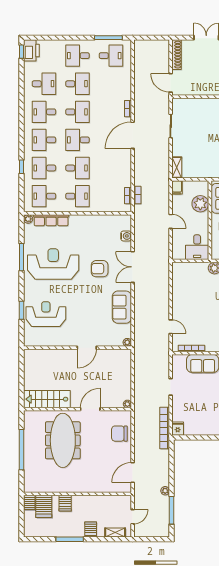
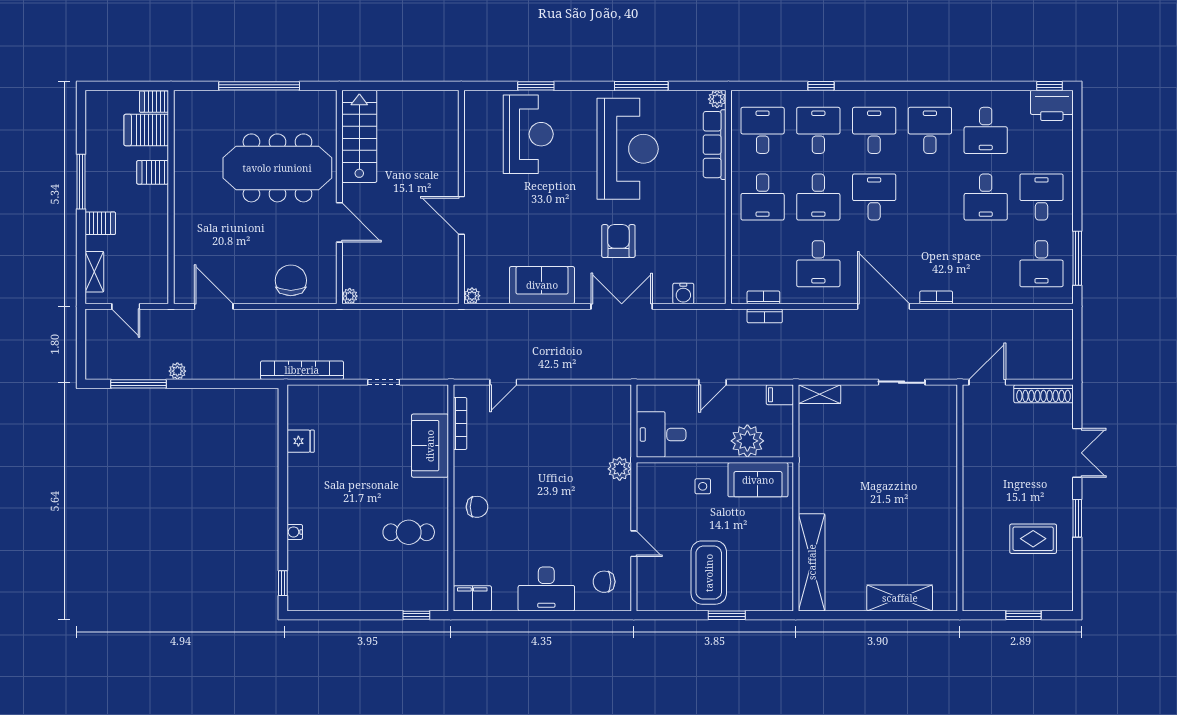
desk: (77, 112) -> (818, 264), moved
fridge: (178, 429) -> (301, 441), moved

